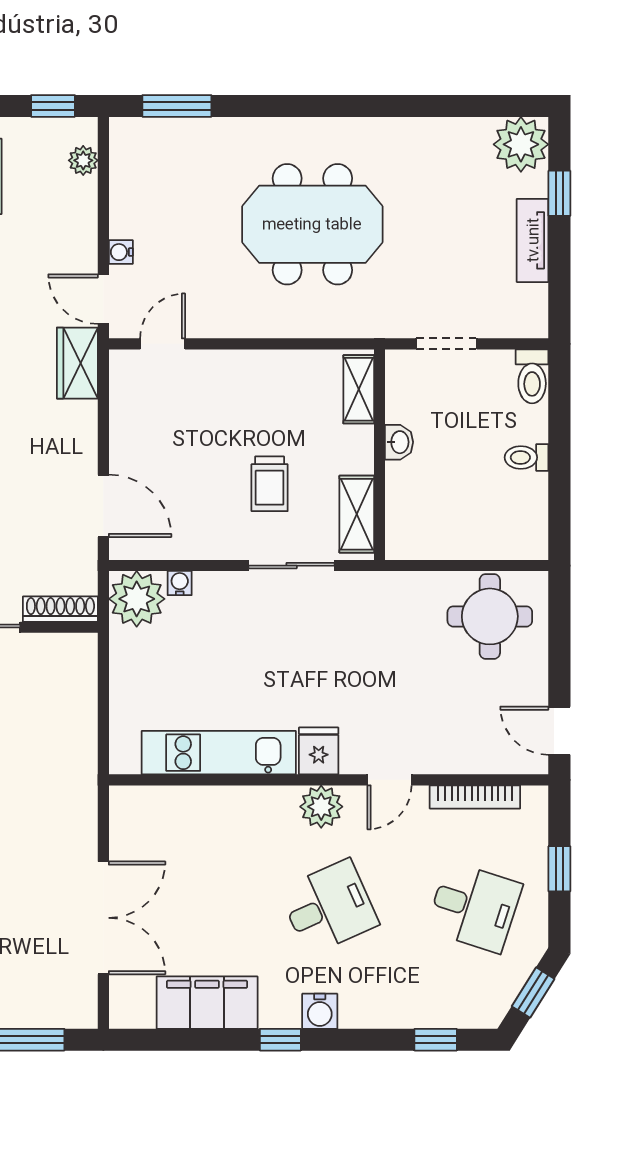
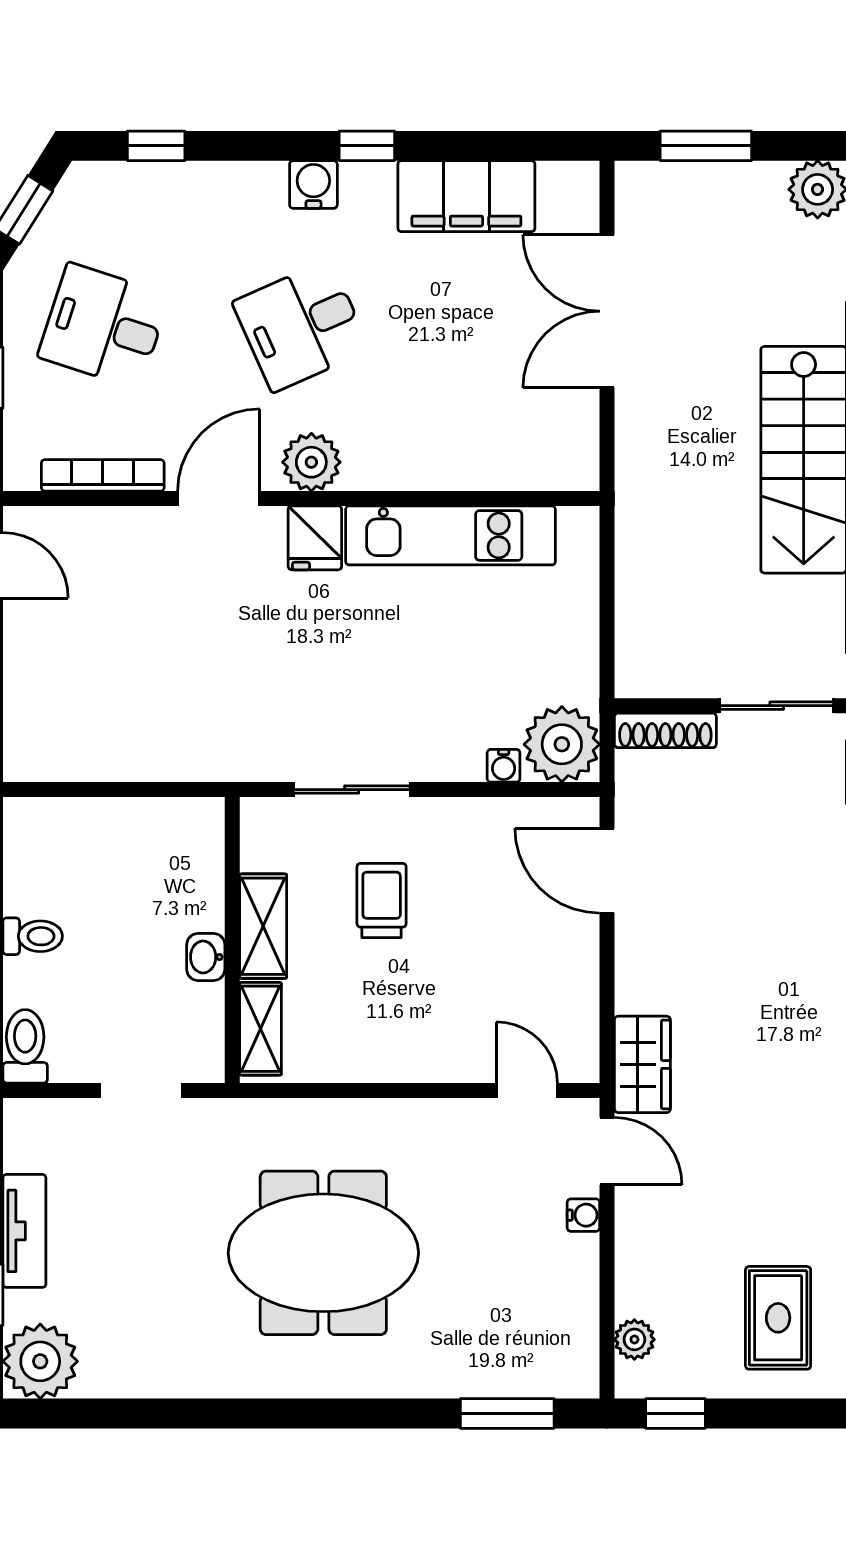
door: (163, 344) -> (527, 1090), swing flipped
shelving: (357, 514) -> (263, 926), moved
round table: (490, 616) -> (82, 720), removed
door: (389, 780) -> (219, 499), width x1.37

